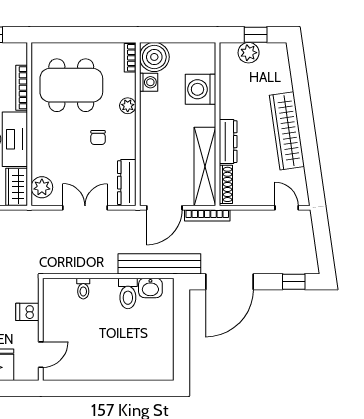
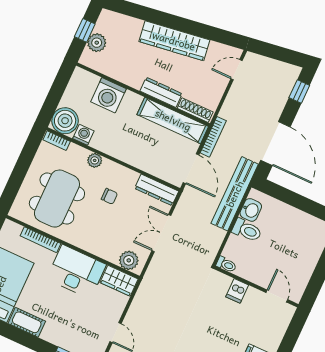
dishwasher: (27, 312) -> (237, 291), moved
wall: (41, 329) -> (256, 287), moved
door: (41, 355) -> (277, 296), moved

